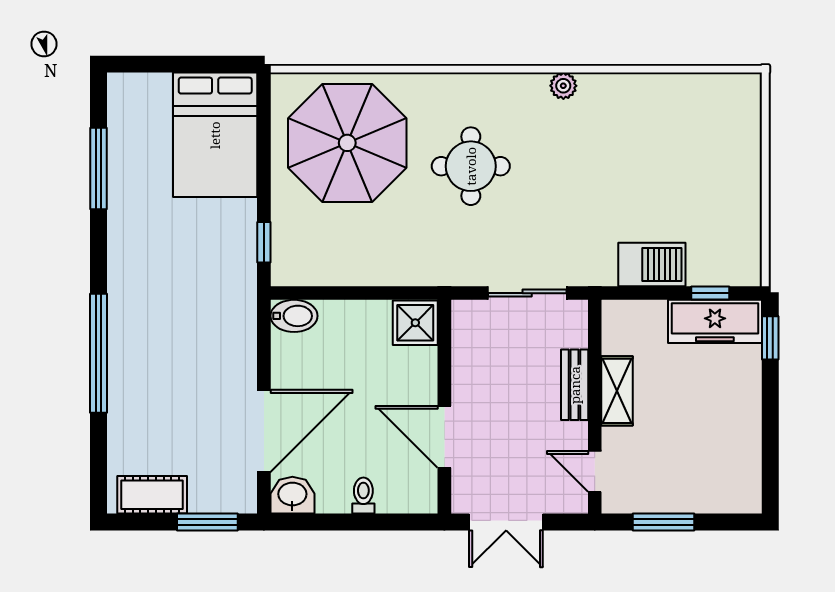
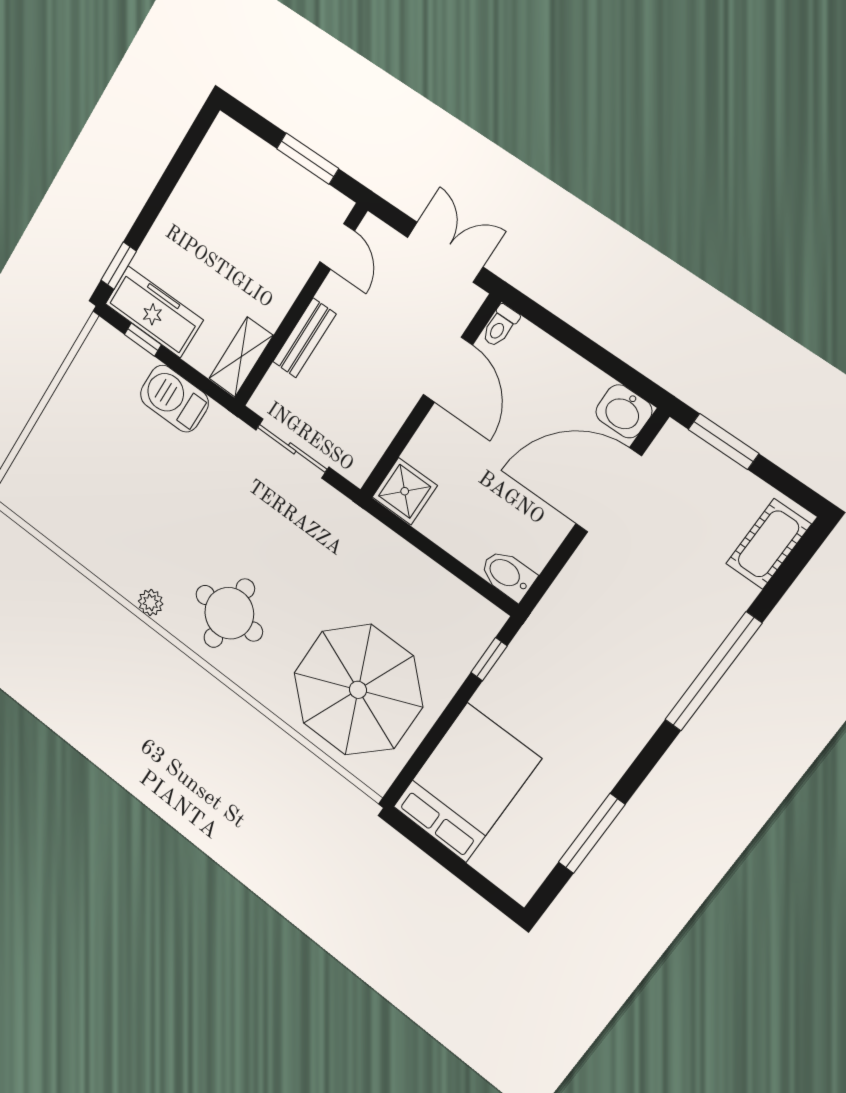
round table: (471, 166) -> (229, 613), moved
shelving: (617, 391) -> (241, 357), moved
cot: (152, 495) -> (768, 544), moved, turned 90
toilet: (363, 496) -> (500, 326), moved

